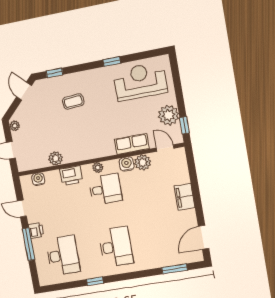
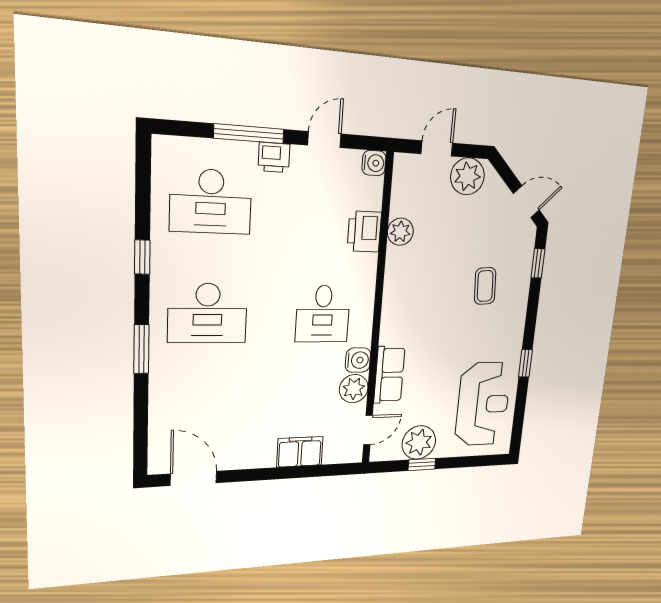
window: (184, 125) -> (422, 464), moved
plant: (15, 126) -> (467, 176), width x1.88, depth x1.88
plant: (98, 168) -> (365, 307), removed
printer: (71, 176) -> (364, 232), moved
water cooler: (38, 179) -> (374, 163), moved
filing cabinet: (185, 197) -> (300, 452), moved
window: (175, 269) -> (141, 349), moved

